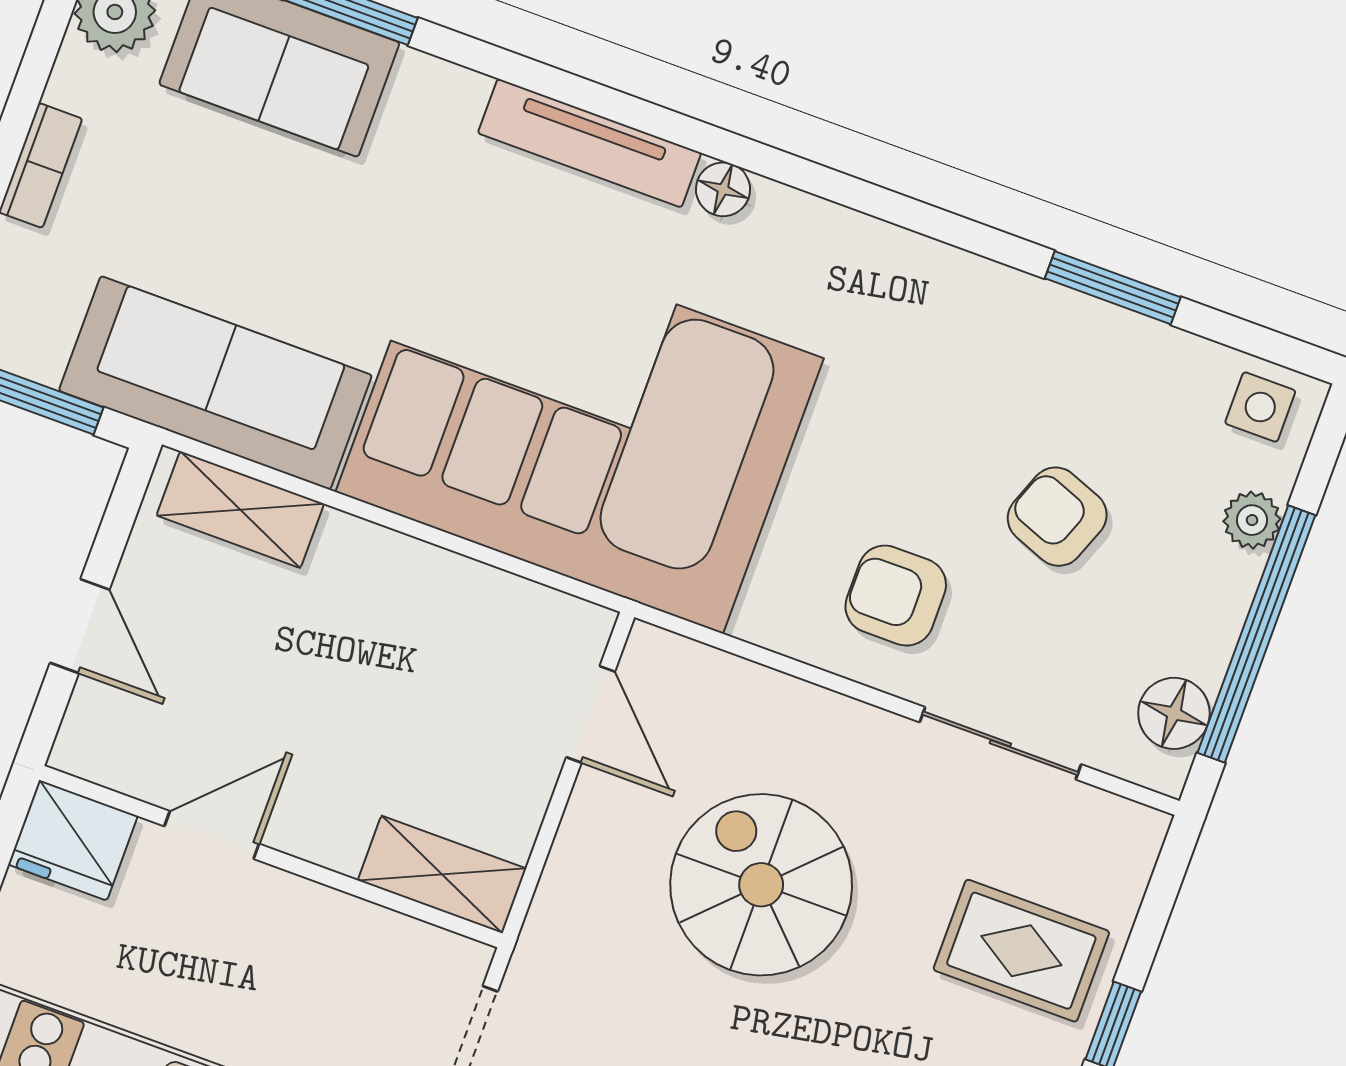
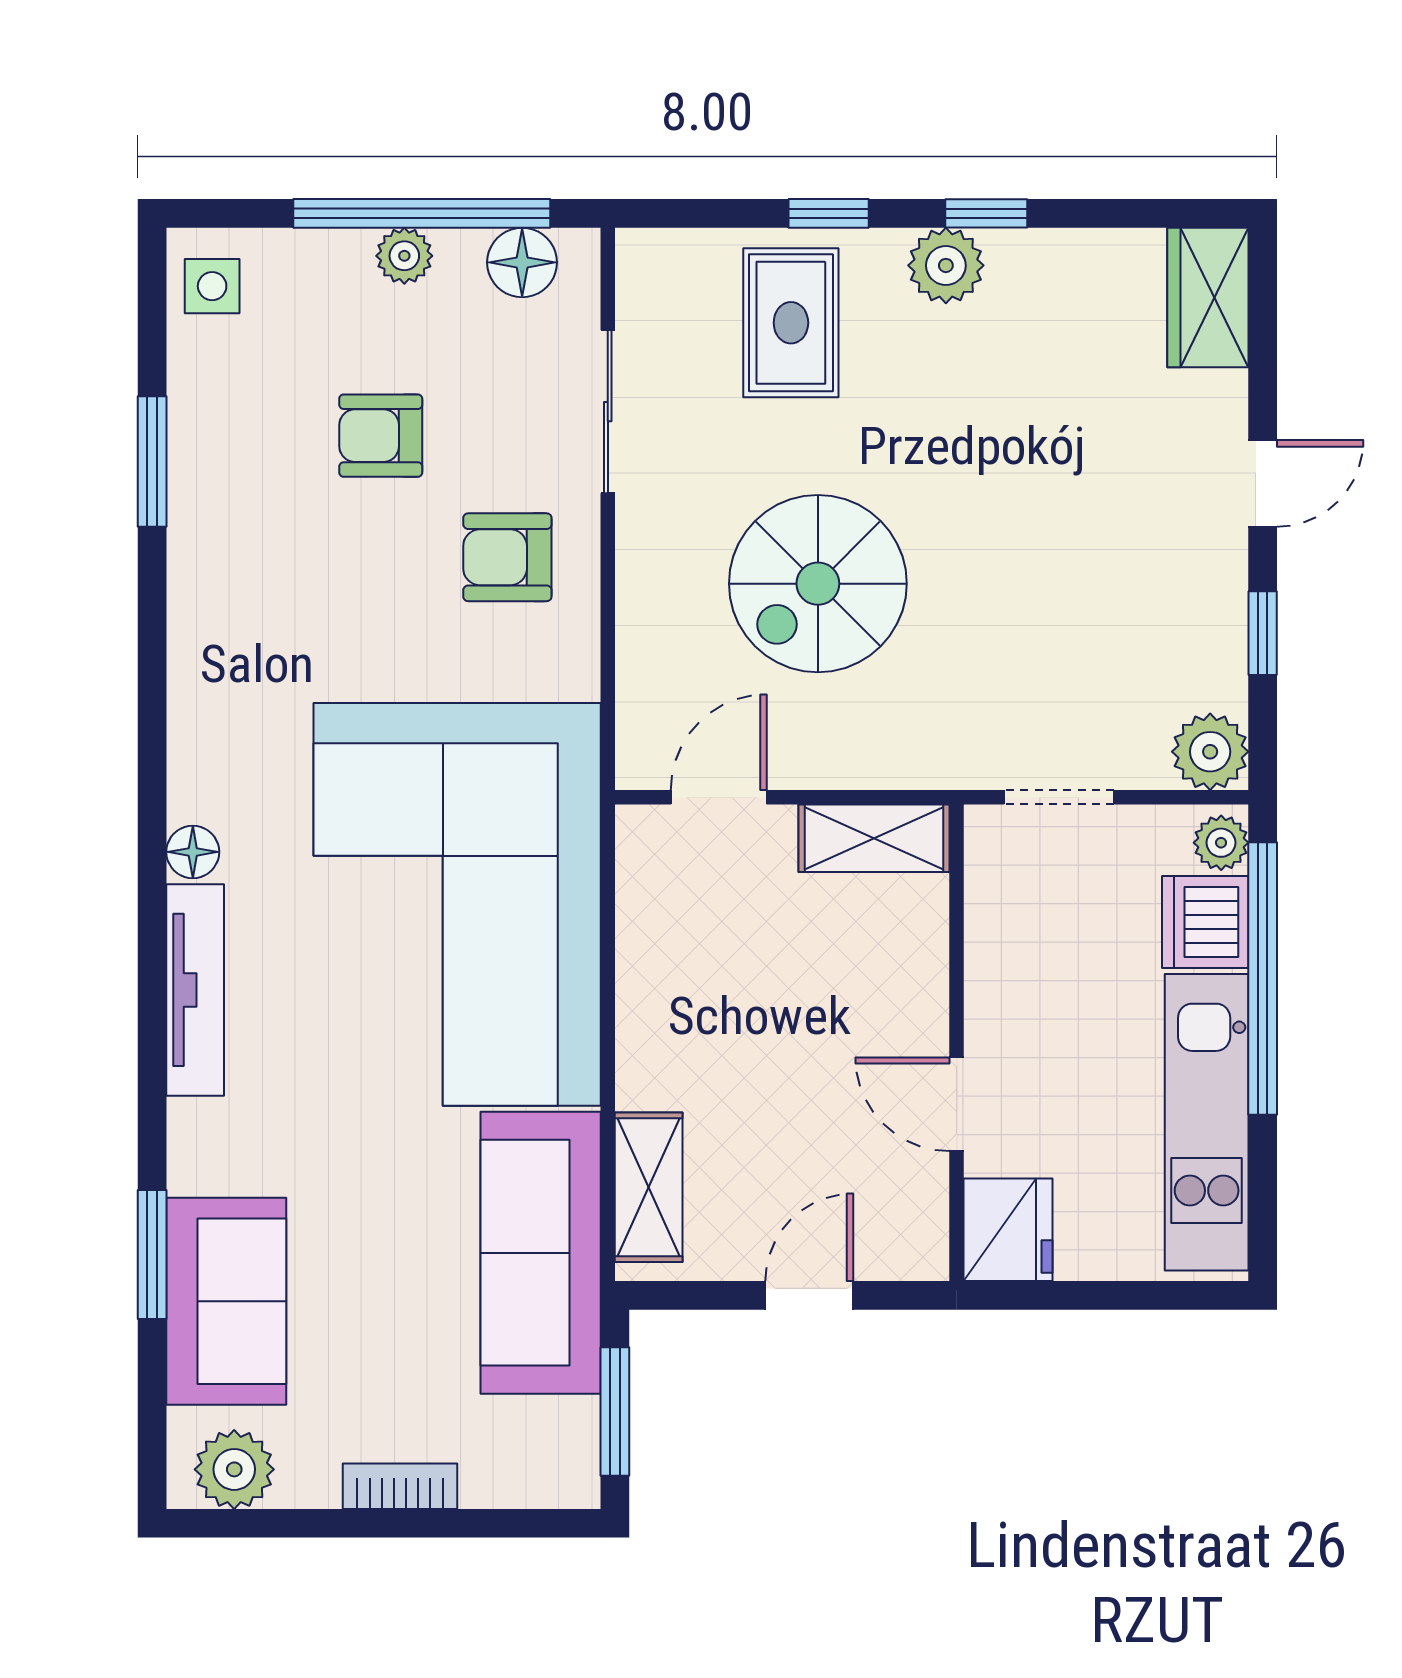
armchair: (1057, 517) -> (381, 436), turned 69
plant: (1252, 520) -> (404, 256), moved
armchair: (896, 596) -> (507, 557), turned 90
shelving: (442, 874) -> (874, 838), moved, turned 90

